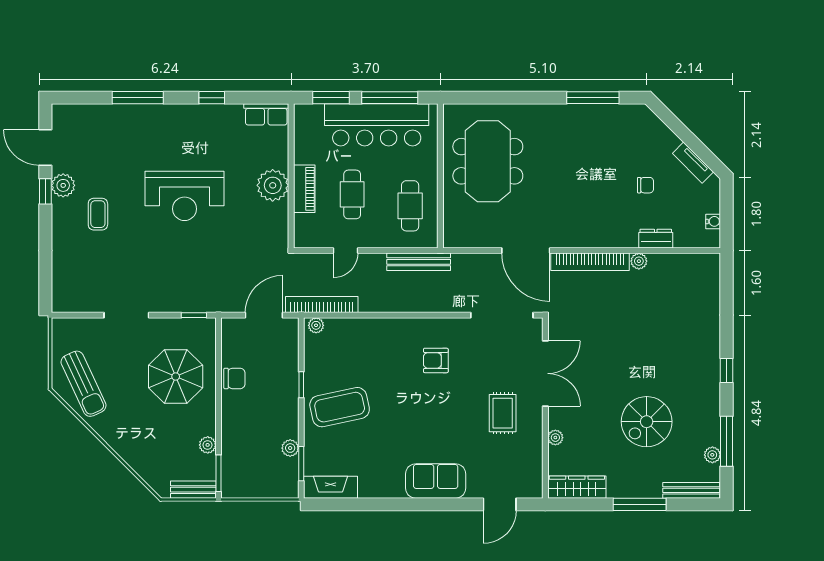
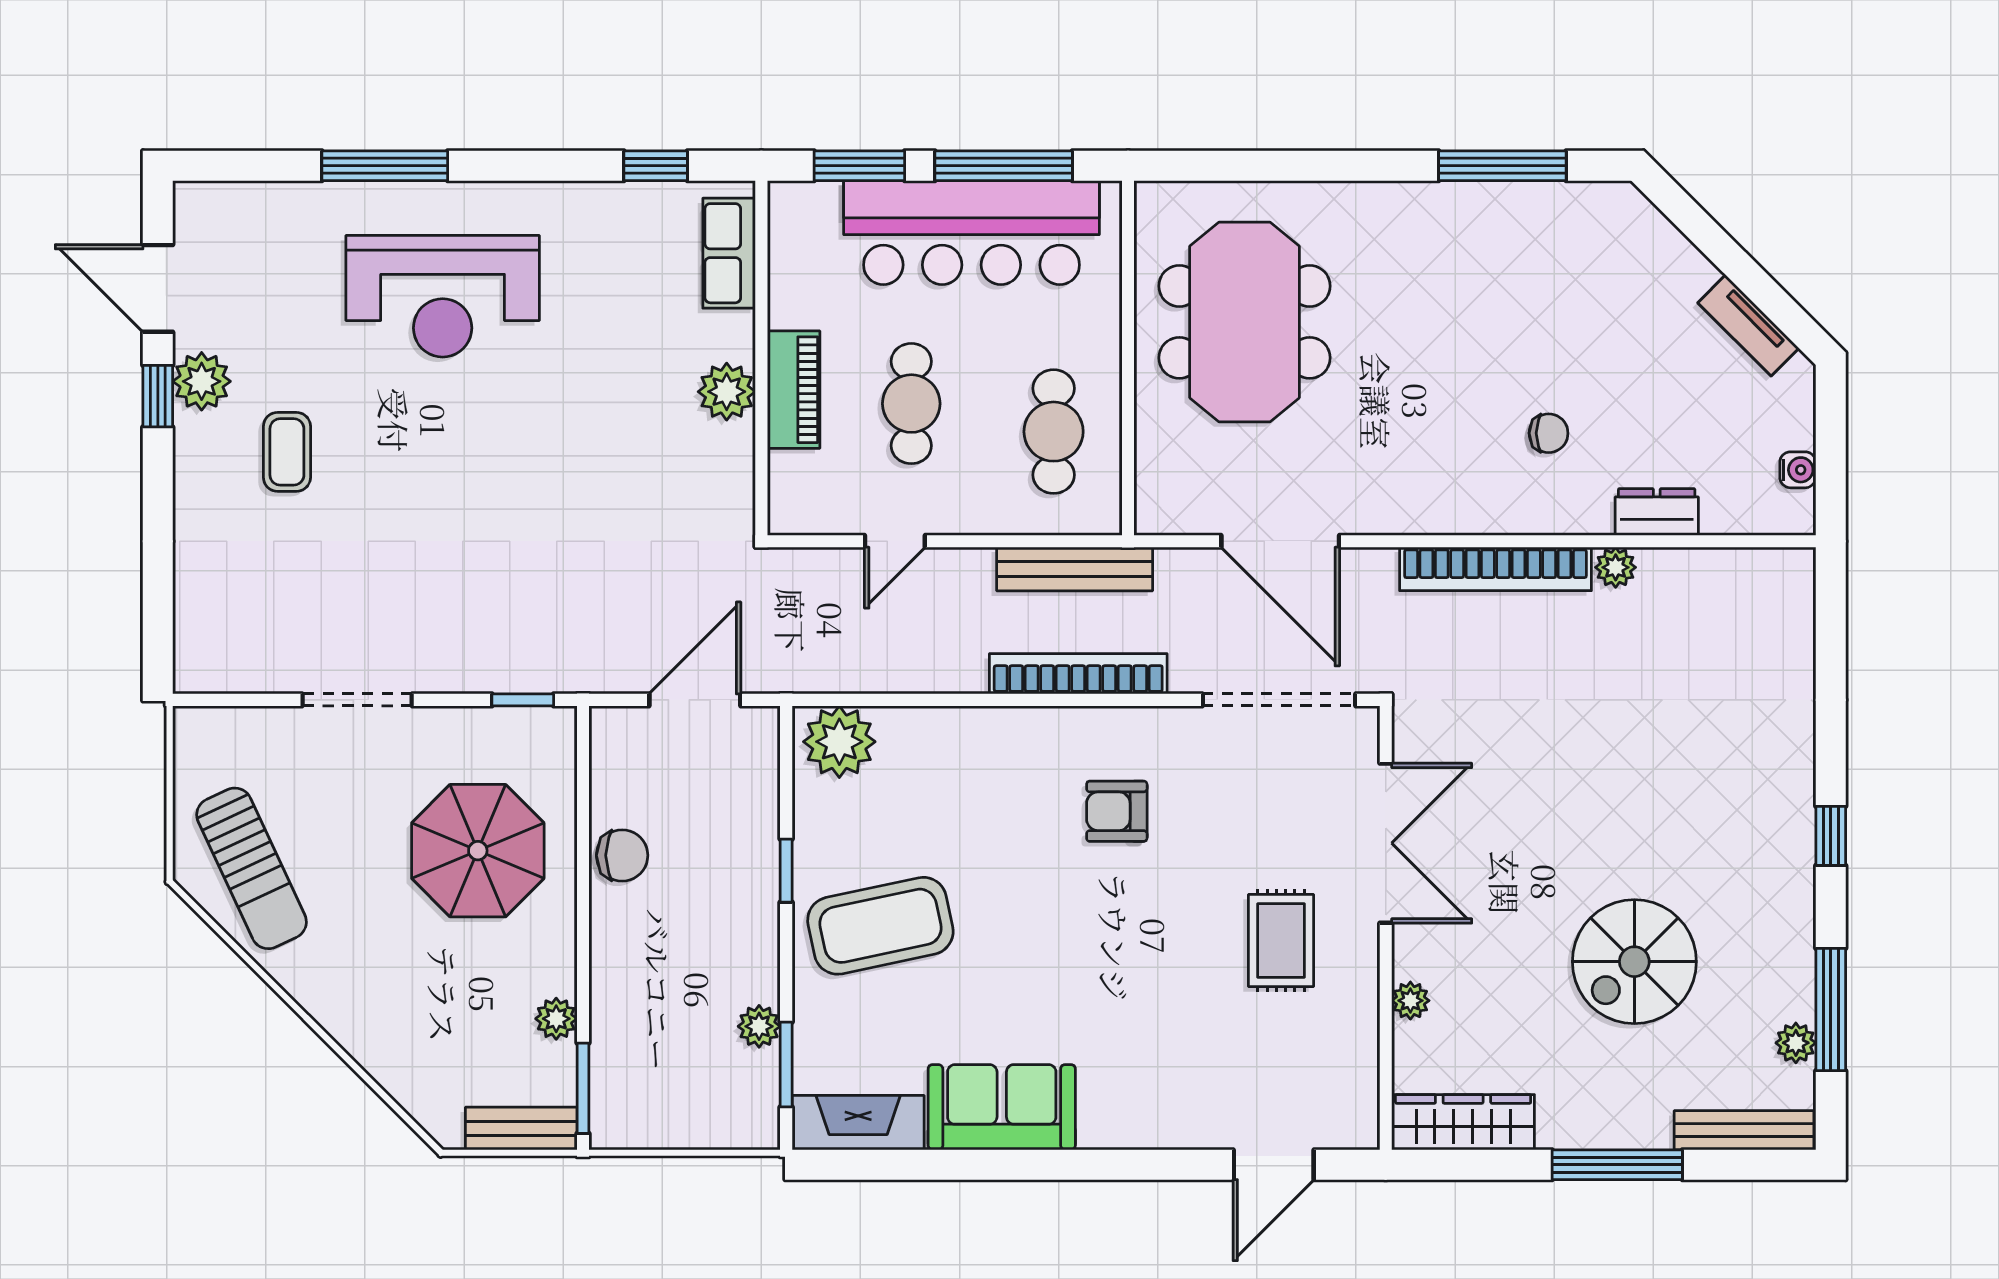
window: (212, 98) -> (656, 166), moved
row of seats: (266, 114) -> (729, 253), moved, turned 90
plant: (273, 185) -> (727, 392), width x0.73, depth x0.73
chair: (645, 185) -> (1549, 433), moved
reception desk: (185, 196) -> (443, 296), moved
door: (526, 251) -> (1280, 541), moved
bookcase: (322, 304) -> (1078, 674), moved
plant: (316, 325) -> (839, 742), width x1.87, depth x1.87
sofa: (436, 481) -> (1002, 1107), moved

